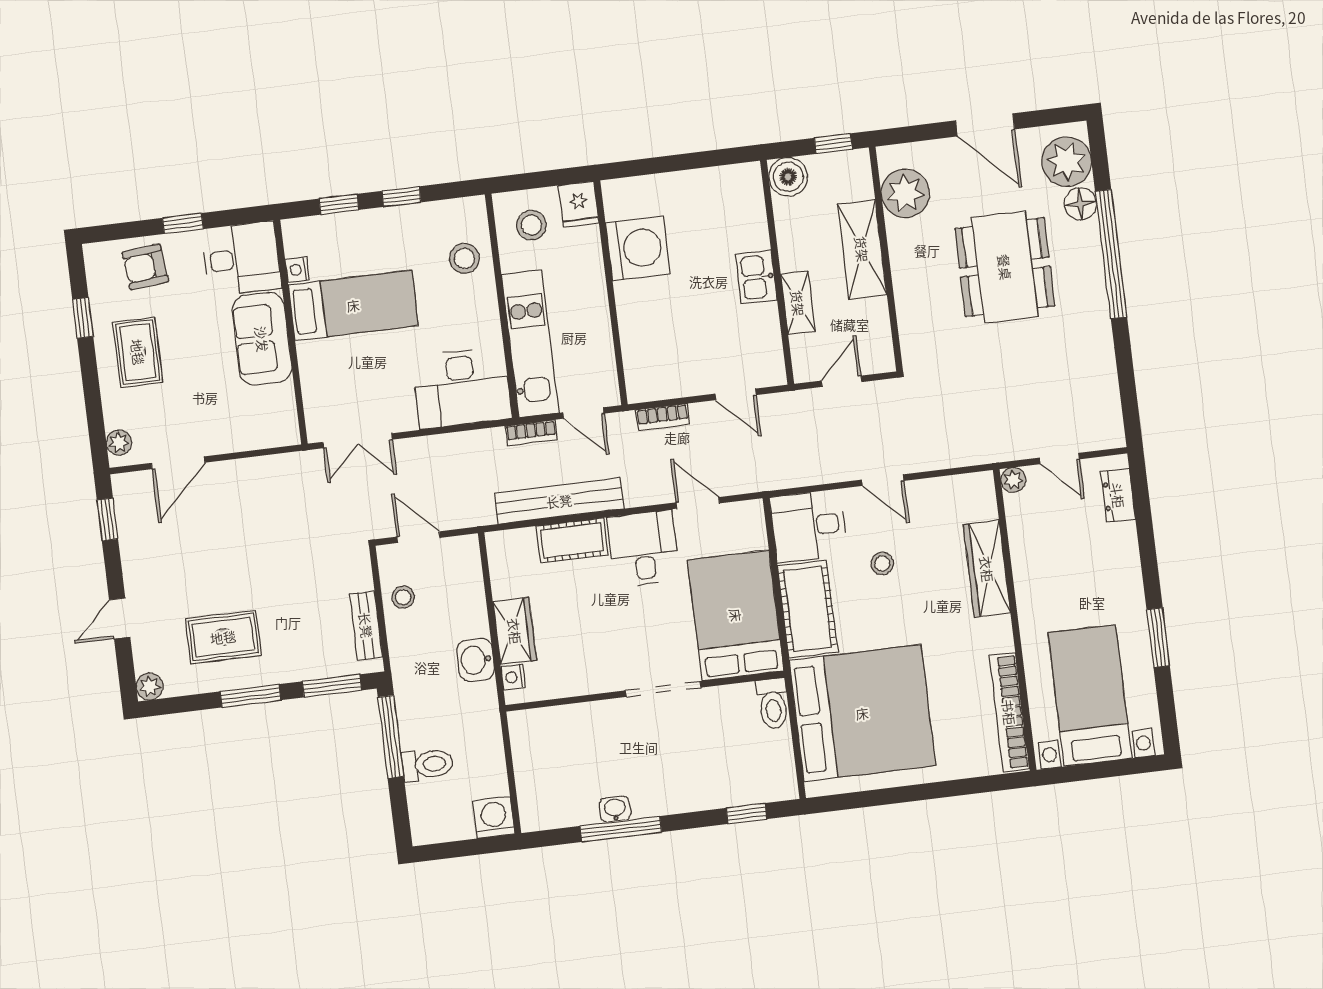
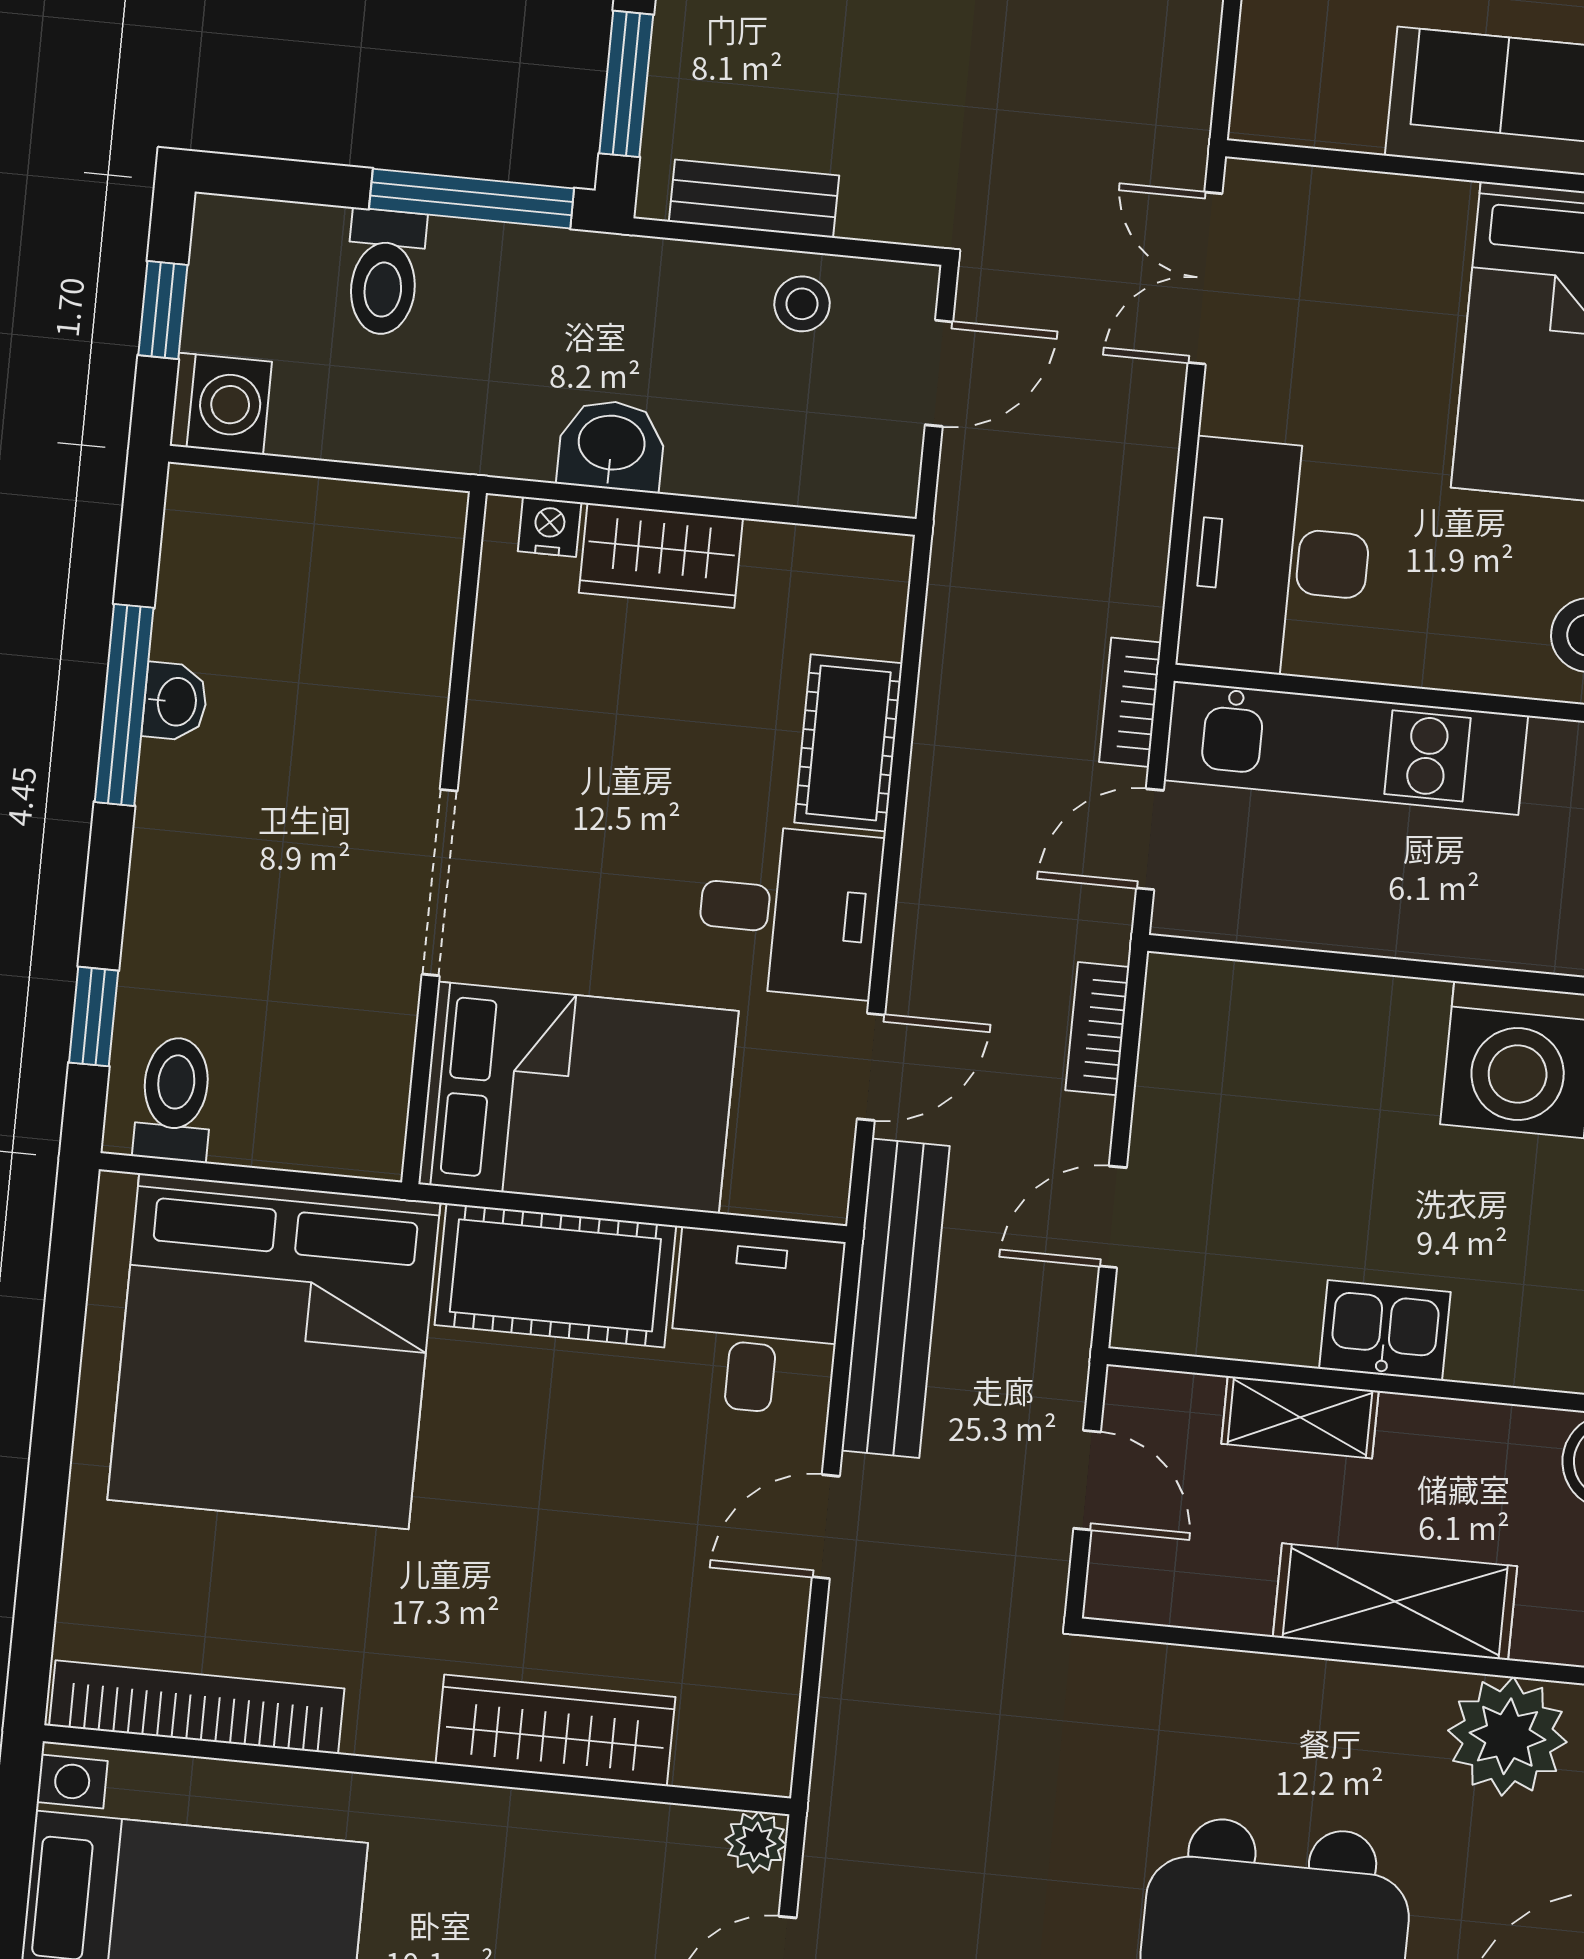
bench: (559, 501) -> (895, 1298), moved
stool: (882, 563) -> (625, 1480), removed
toilet: (773, 704) -> (175, 1099), moved, turned 90
window: (462, 849) -> (163, 310), added

